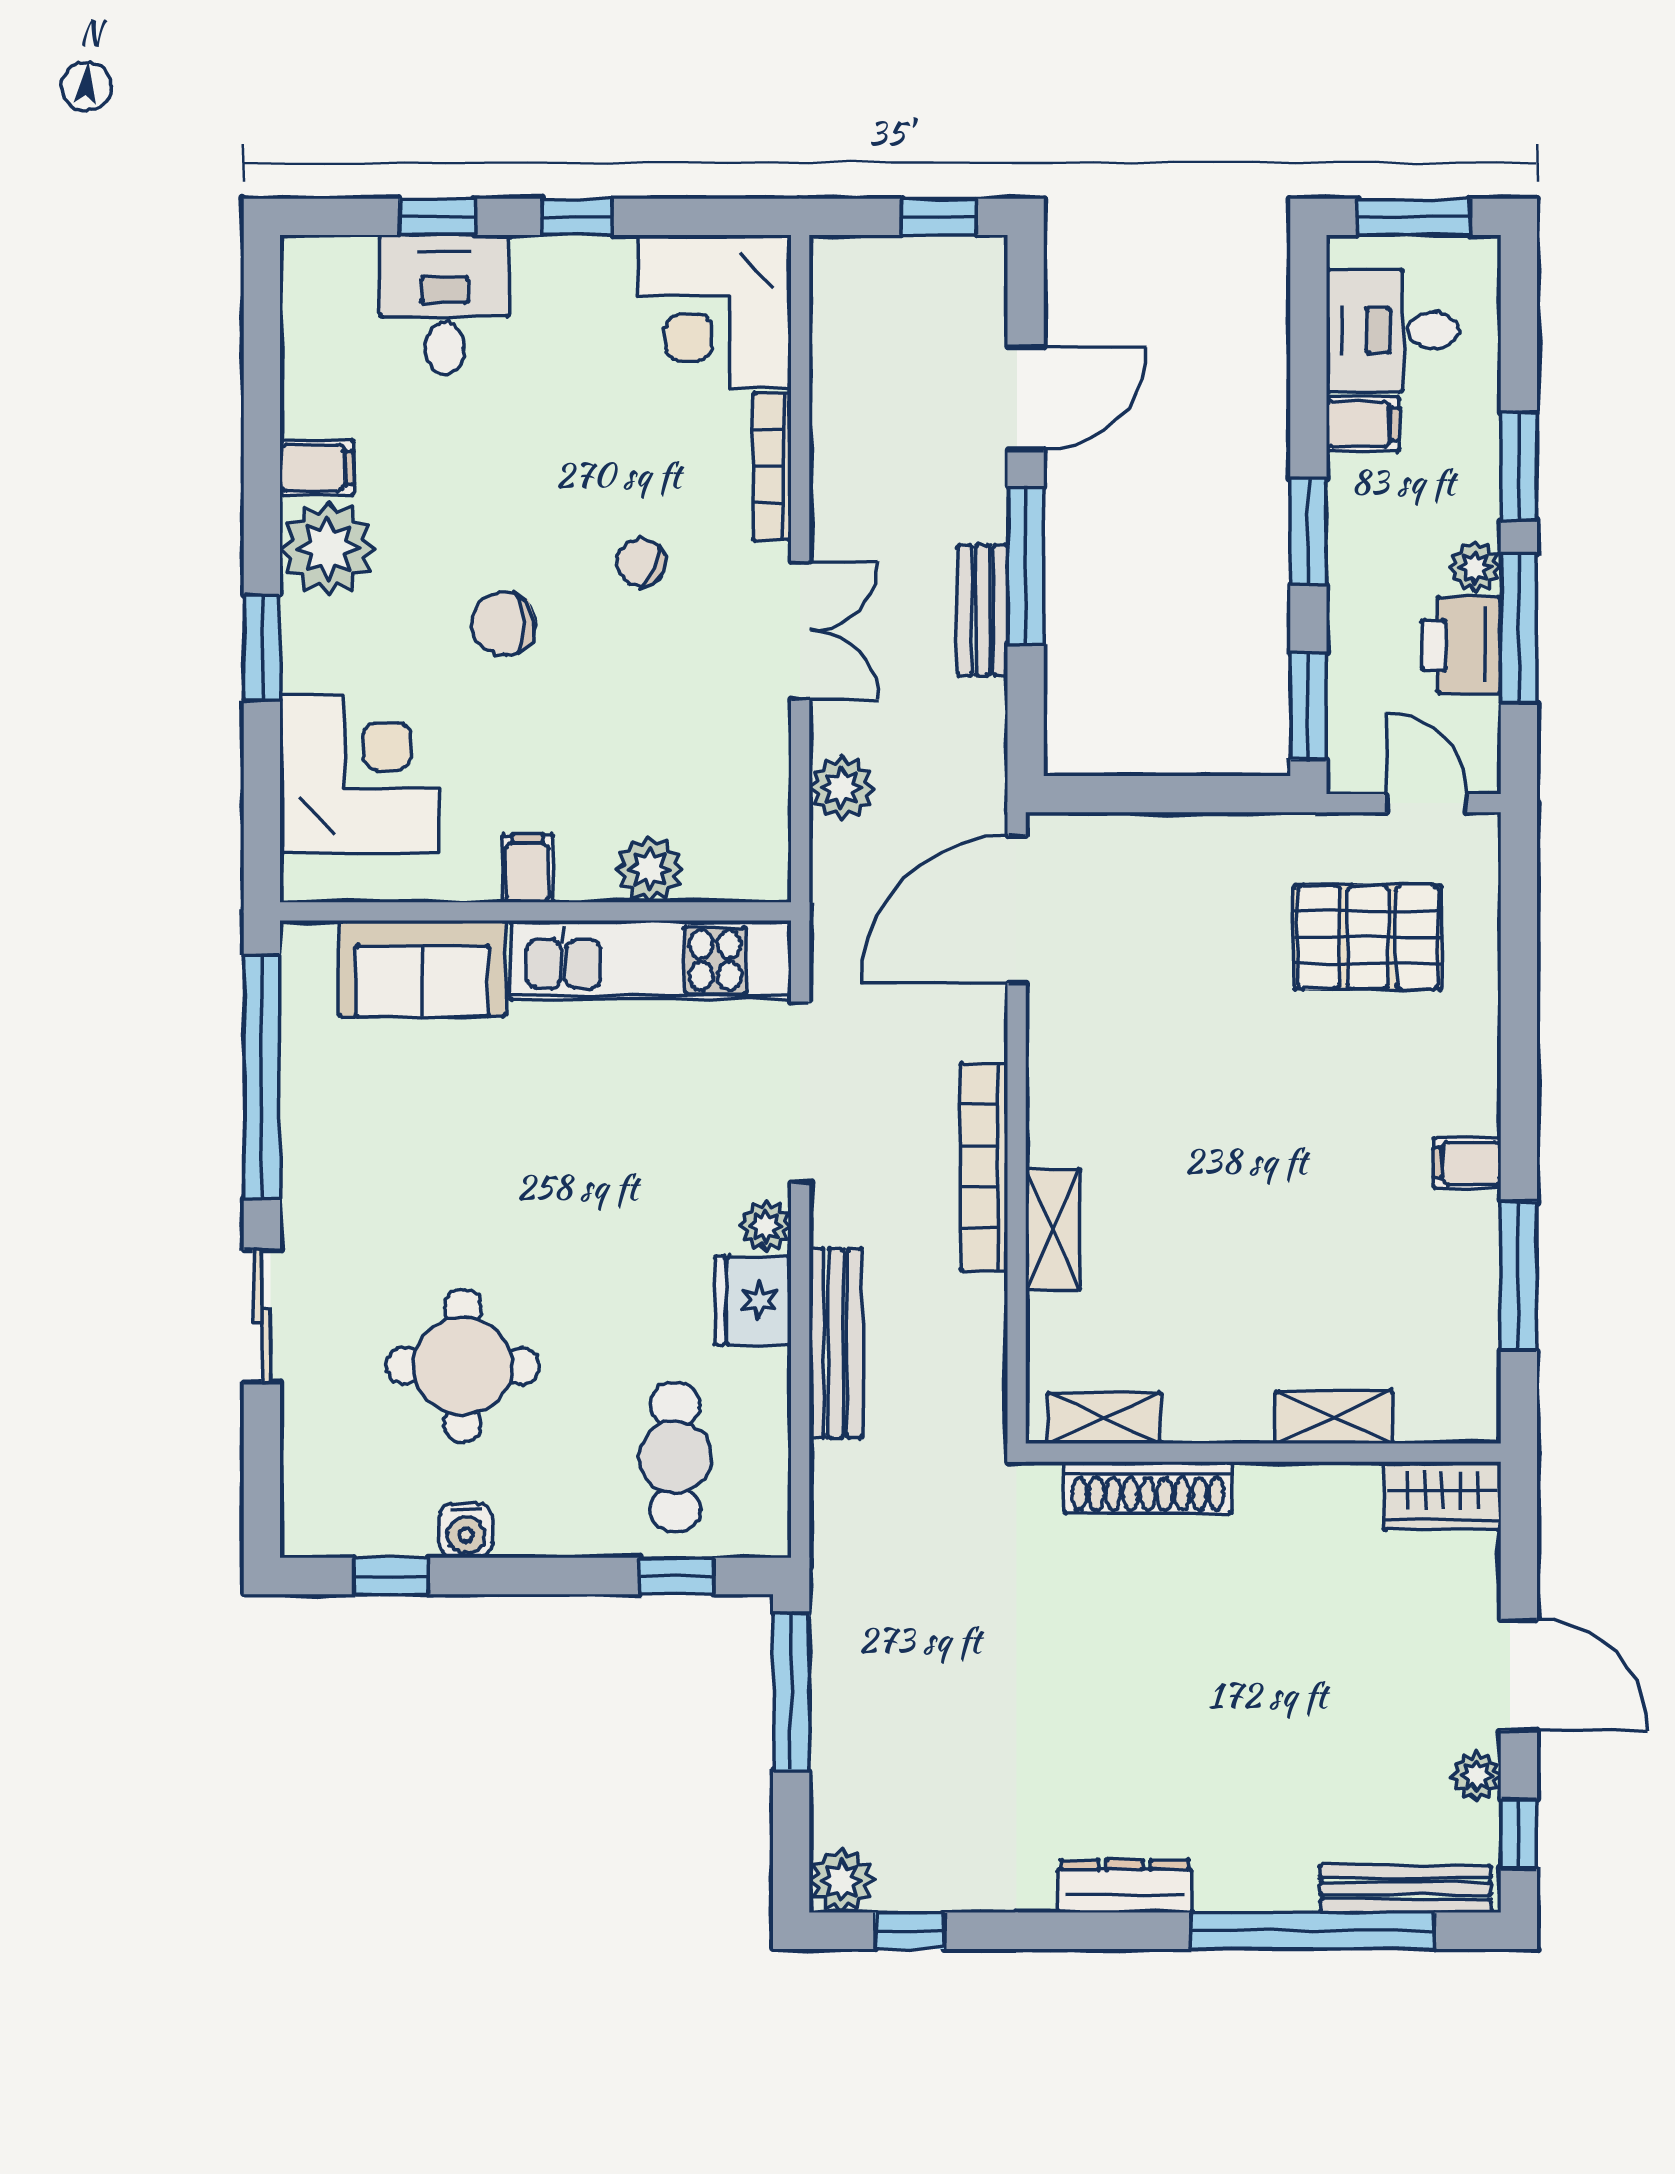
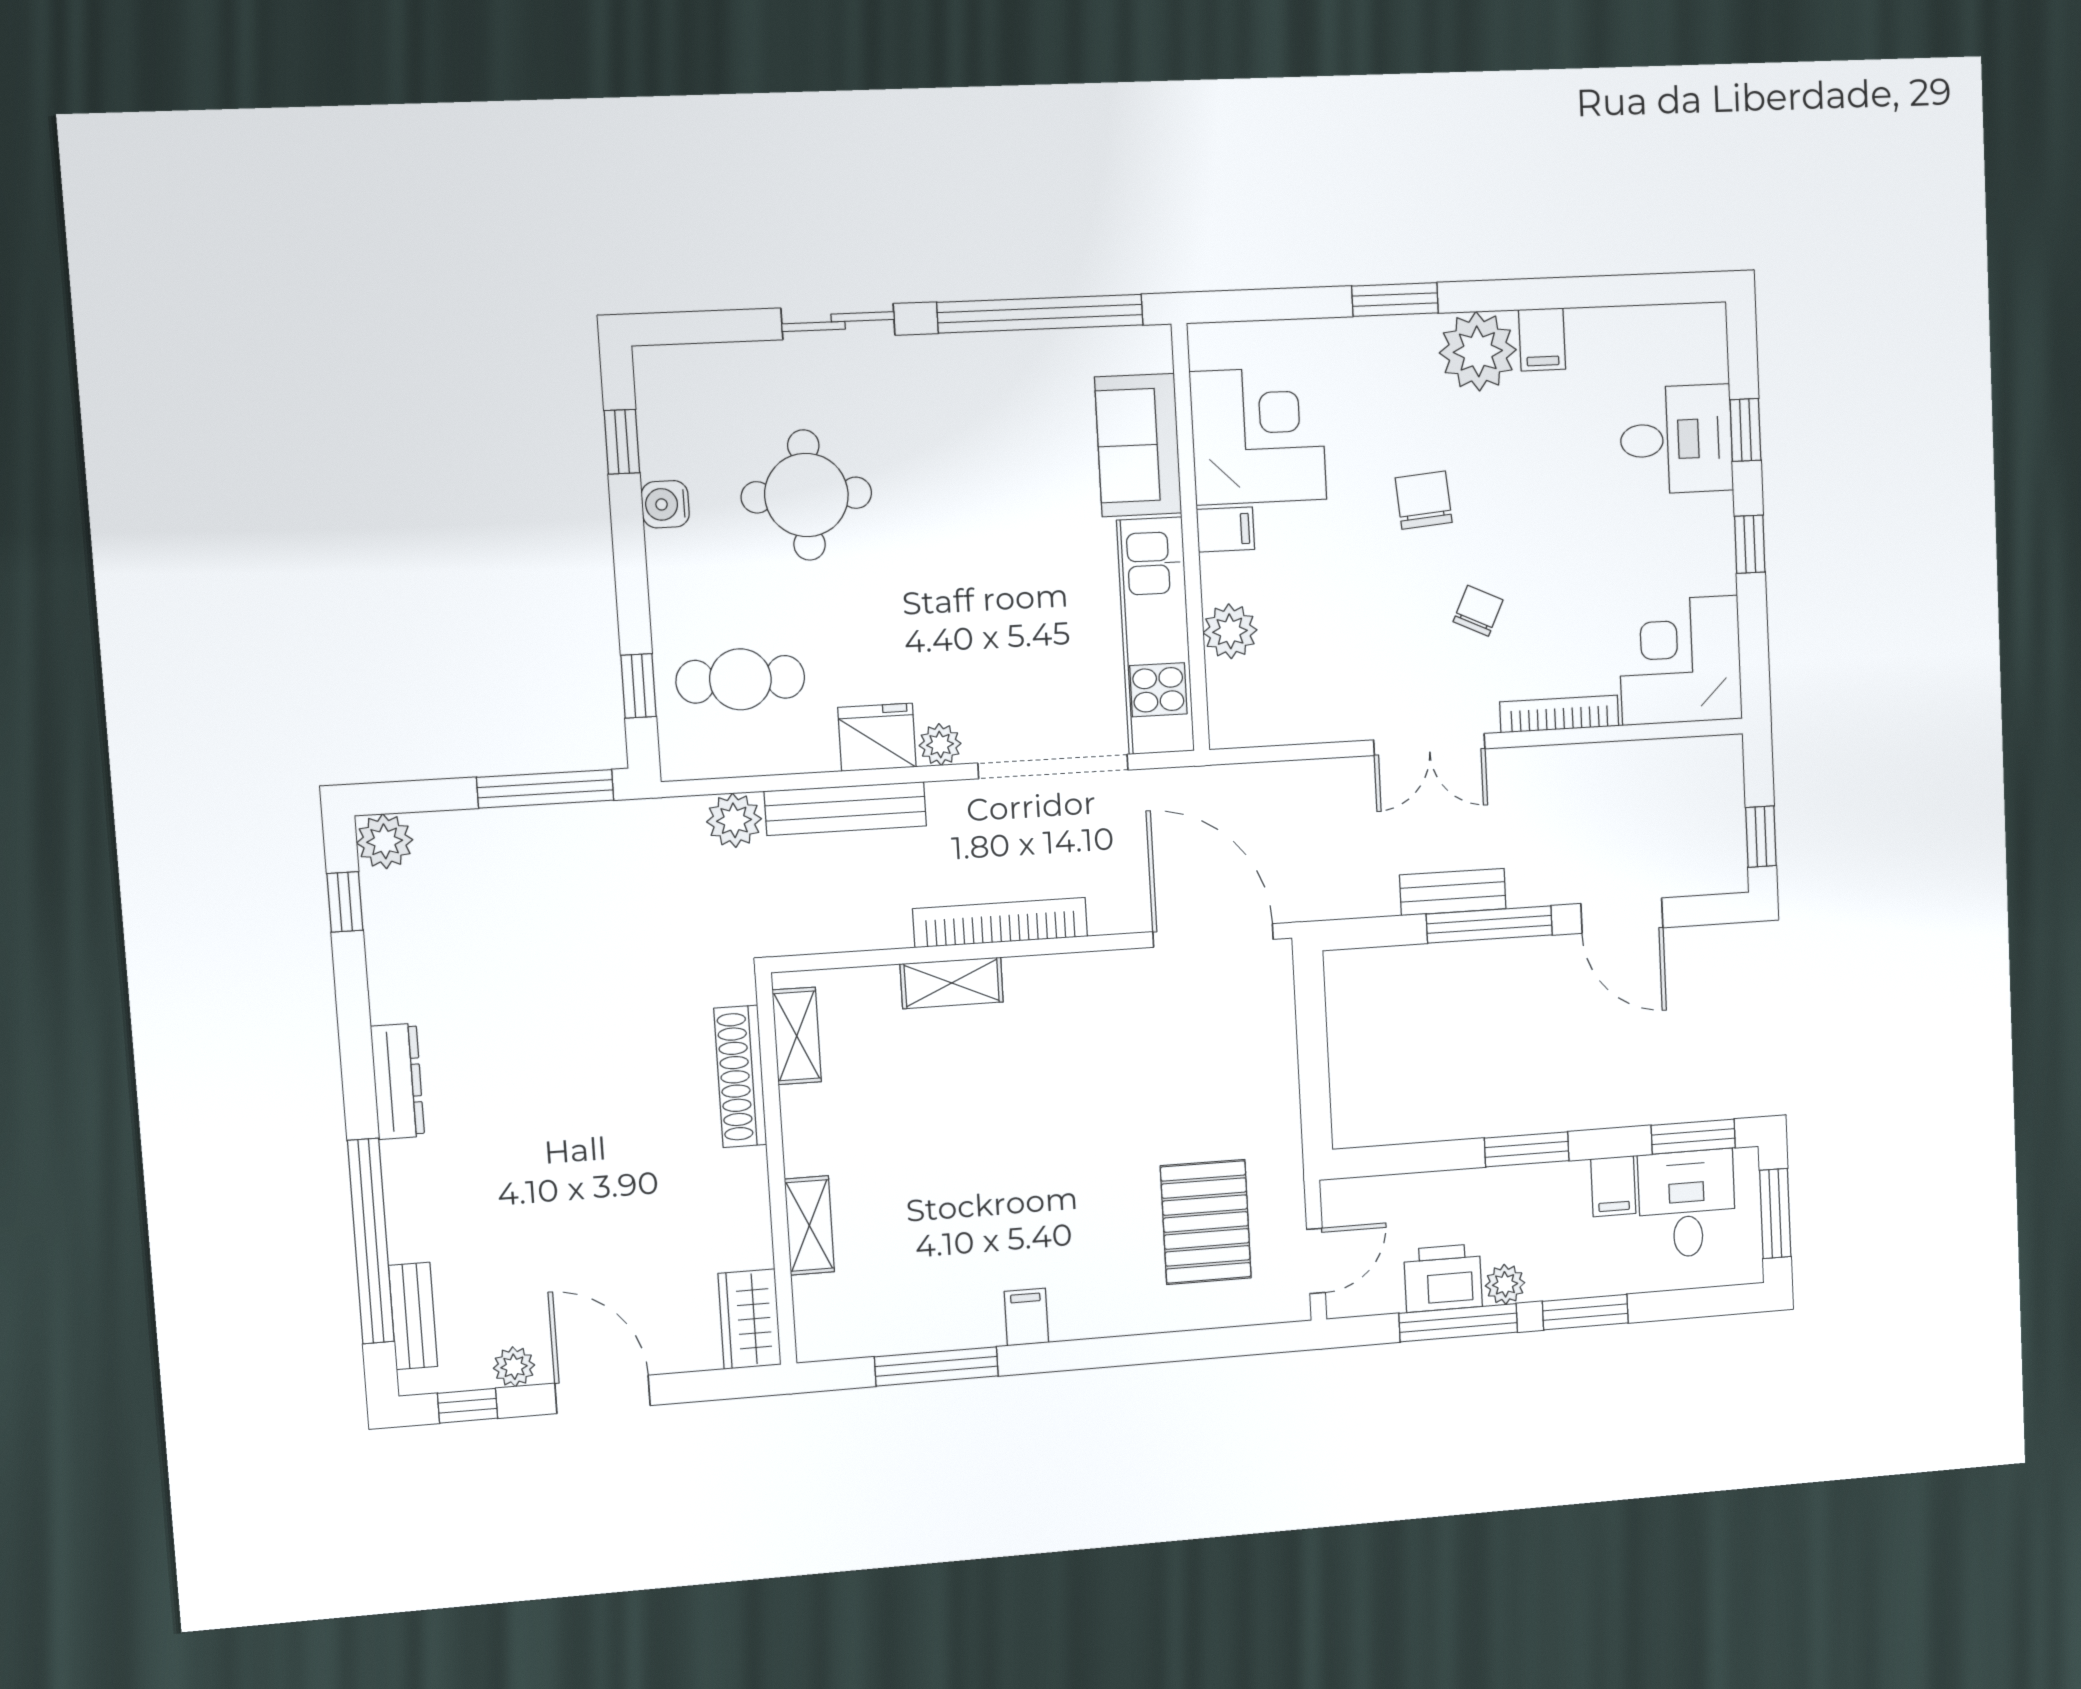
window: (1308, 706) -> (1693, 1137), moved
corner desk: (360, 773) -> (1258, 436), moved, turned -90
plant: (842, 788) -> (734, 820), moved
door: (1519, 1675) -> (603, 1394), swing flipped
bench: (1406, 1889) -> (413, 1316), width x0.73

